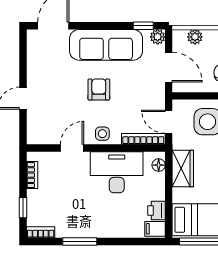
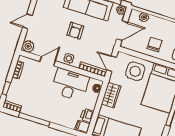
door: (169, 67) -> (122, 31), hinge flipped
armchair: (99, 90) -> (75, 31), turned 180
plant: (36, 135) -> (28, 46), added
window: (80, 241) -> (34, 120), width x1.44

